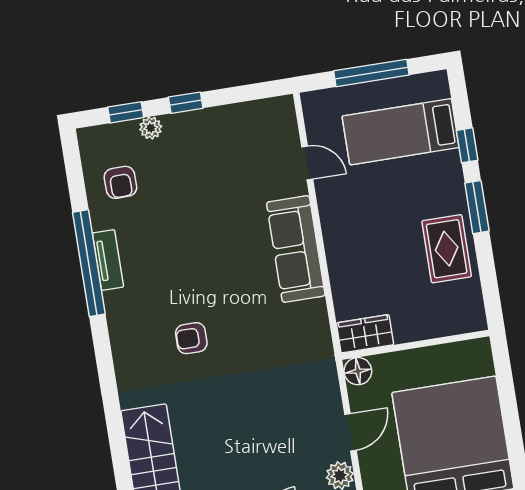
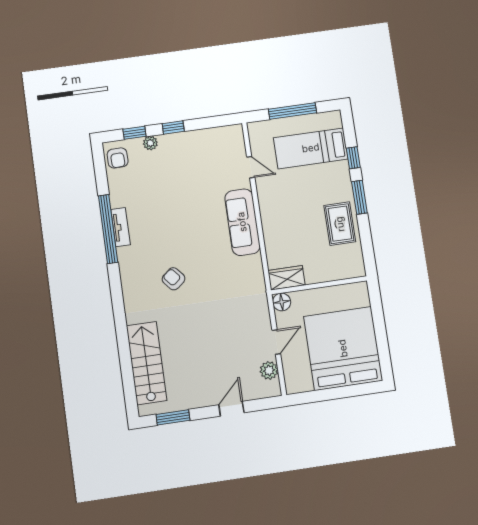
armchair: (120, 182) -> (118, 158), moved
armchair: (191, 338) -> (174, 279), turned 50

